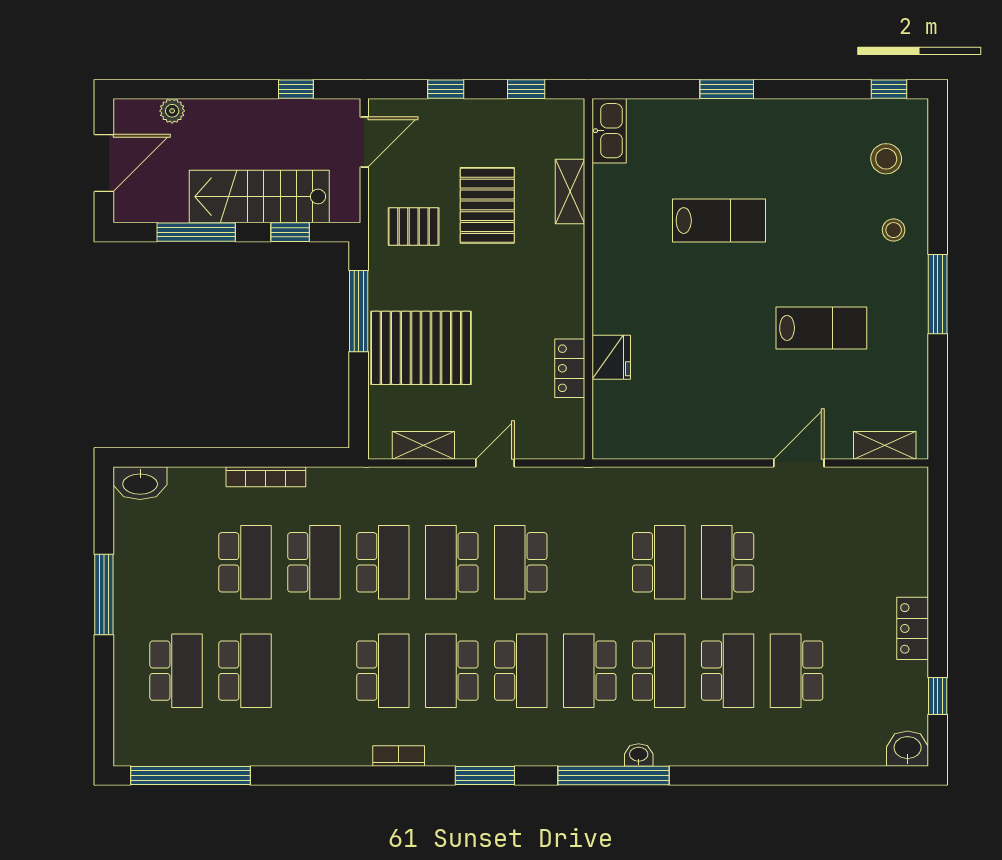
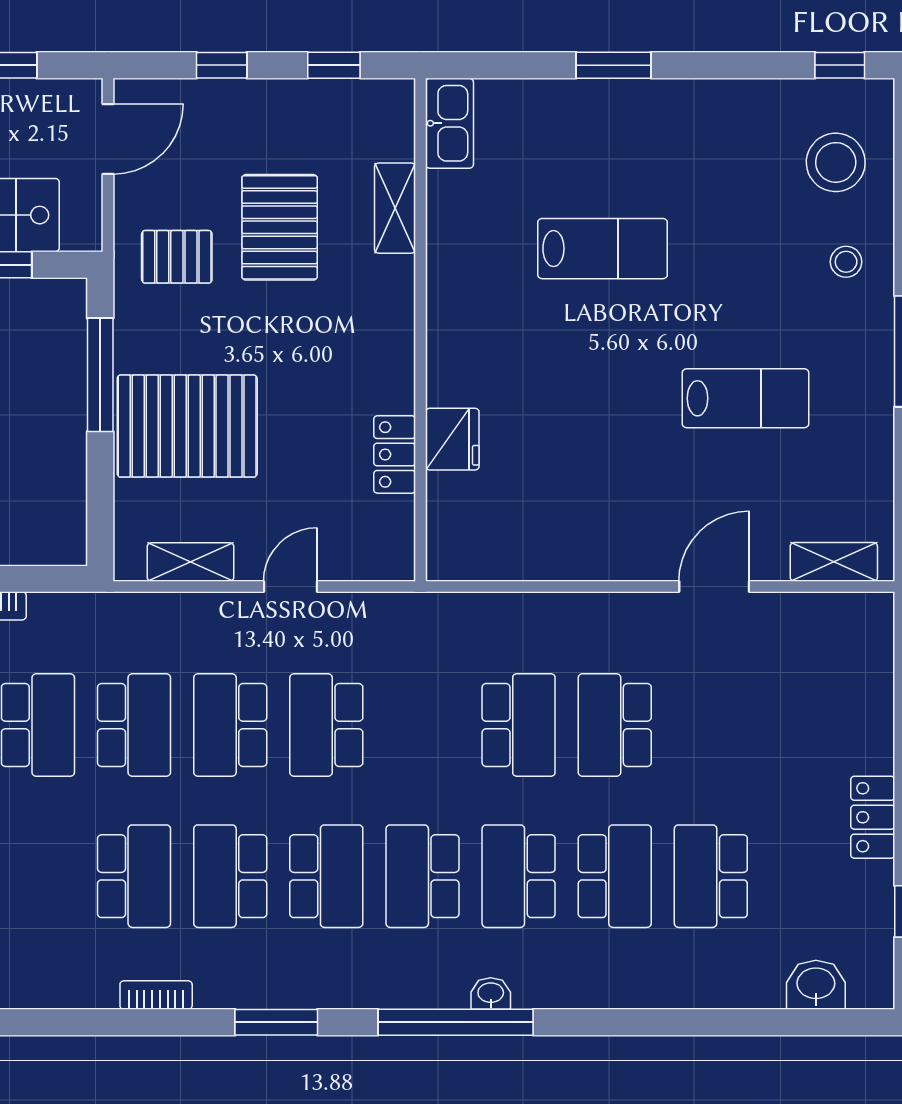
stool: (886, 159) -> (836, 162), width x1.38, depth x1.38
school desk: (659, 671) -> (519, 876), turned 180
washbasin: (908, 749) -> (816, 985), moved

